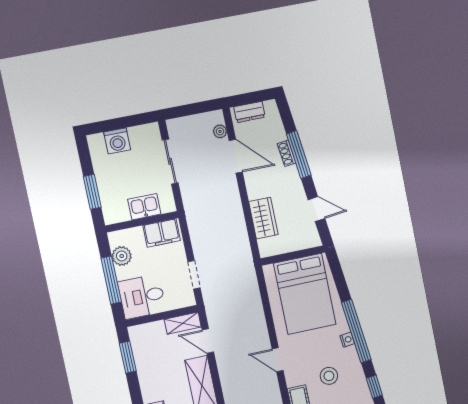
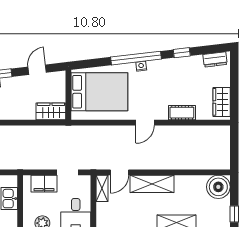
wardrobe: (263, 218) -> (51, 111), moved
filing cabinet: (162, 233) -> (44, 184), moved, turned 90
stool: (329, 376) -> (166, 86), removed

